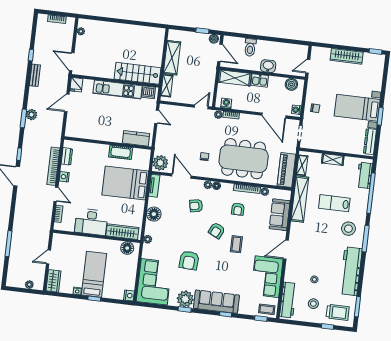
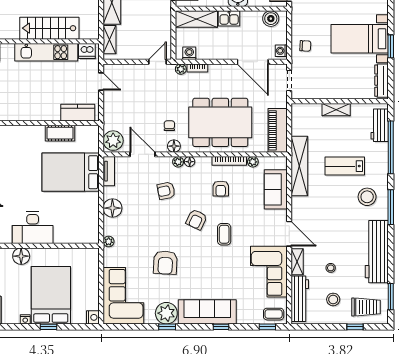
stairs: (137, 73) -> (49, 28), moved
shelving: (302, 165) -> (297, 262), moved
floor lamp: (206, 173) -> (174, 146), added
wardrobe: (122, 232) -> (75, 236), removed
floor lamp: (127, 248) -> (21, 256), moved
door: (286, 250) -> (289, 234), swing flipped
bed: (94, 274) -> (51, 295), width x1.50

